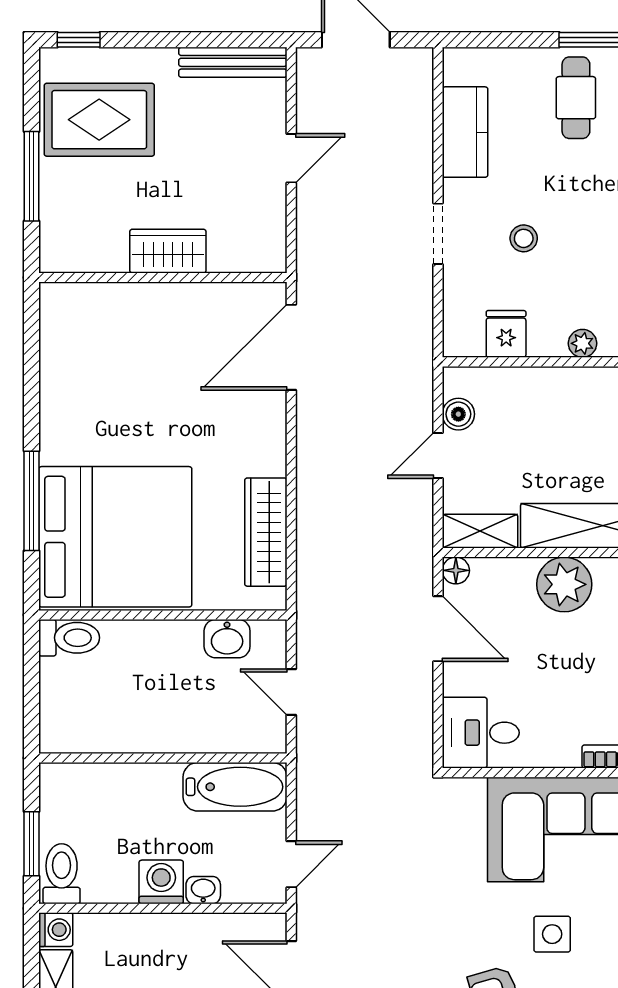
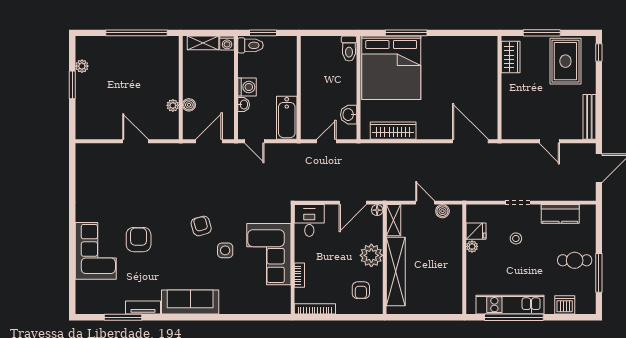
wardrobe: (168, 251) -> (511, 57), moved
plant: (582, 343) -> (472, 246), moved

